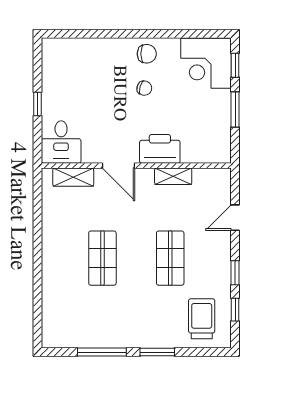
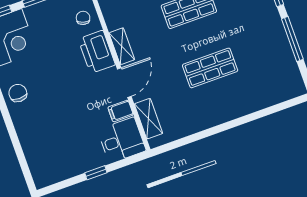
chair: (144, 88) -> (83, 18), moved
filing cabinet: (91, 152) -> (121, 111), added
shelving: (173, 176) -> (122, 46), moved

